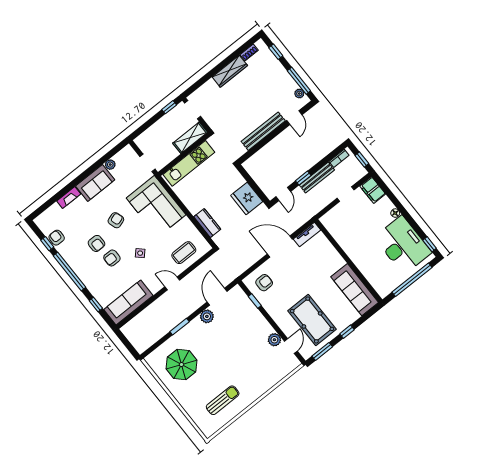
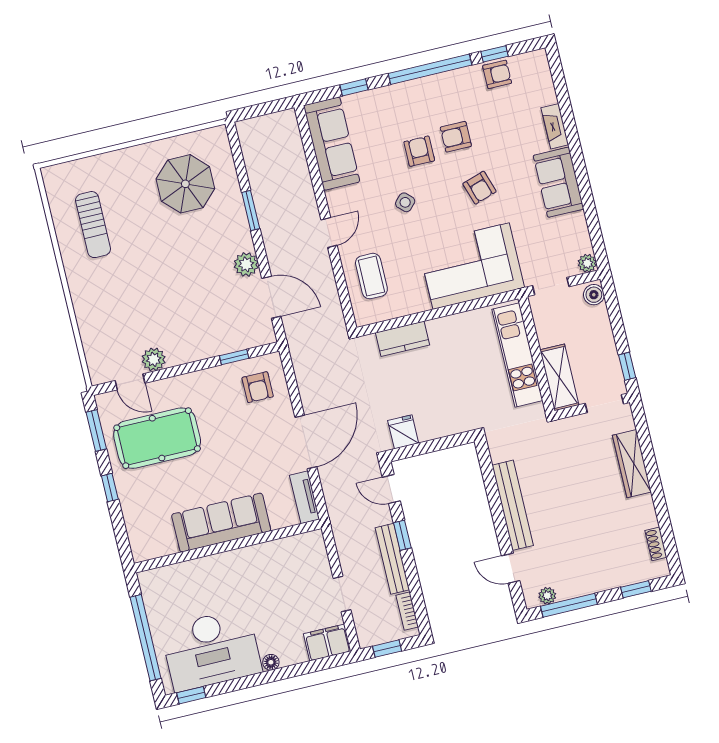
wardrobe: (230, 71) -> (632, 464), moved
boiler: (142, 140) -> (594, 295), added
plant: (110, 165) -> (587, 263), moved
fridge: (247, 198) -> (403, 432), width x0.53, depth x0.75
sofa: (355, 290) -> (221, 523), moved

